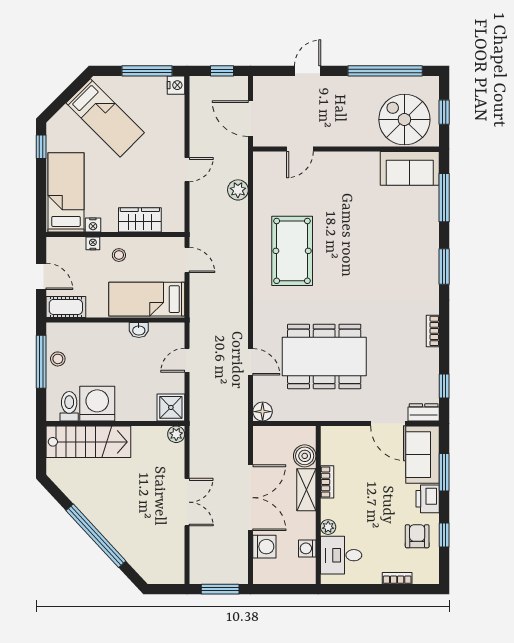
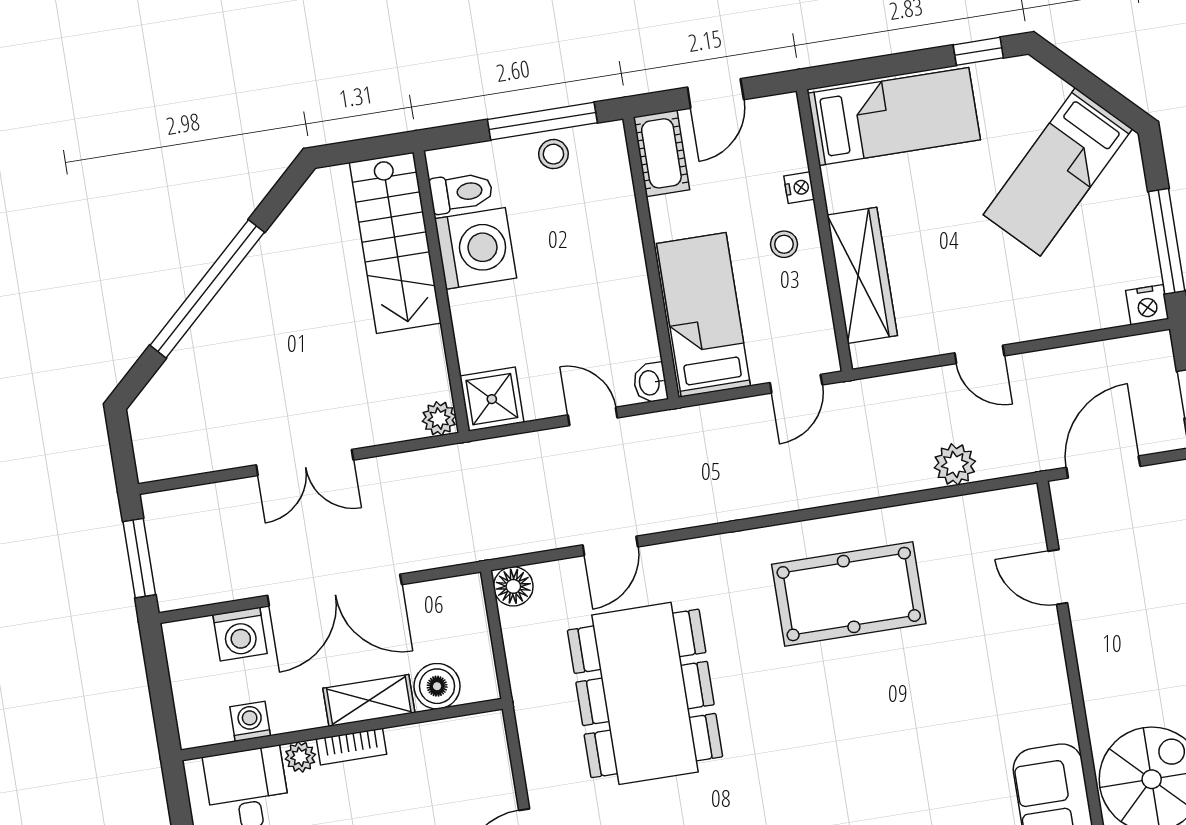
wardrobe: (140, 220) -> (862, 275), width x1.50
nightstand: (93, 225) -> (836, 182), removed
washbasin: (139, 330) -> (650, 383), moved
bookcase: (327, 482) -> (351, 747), moved

